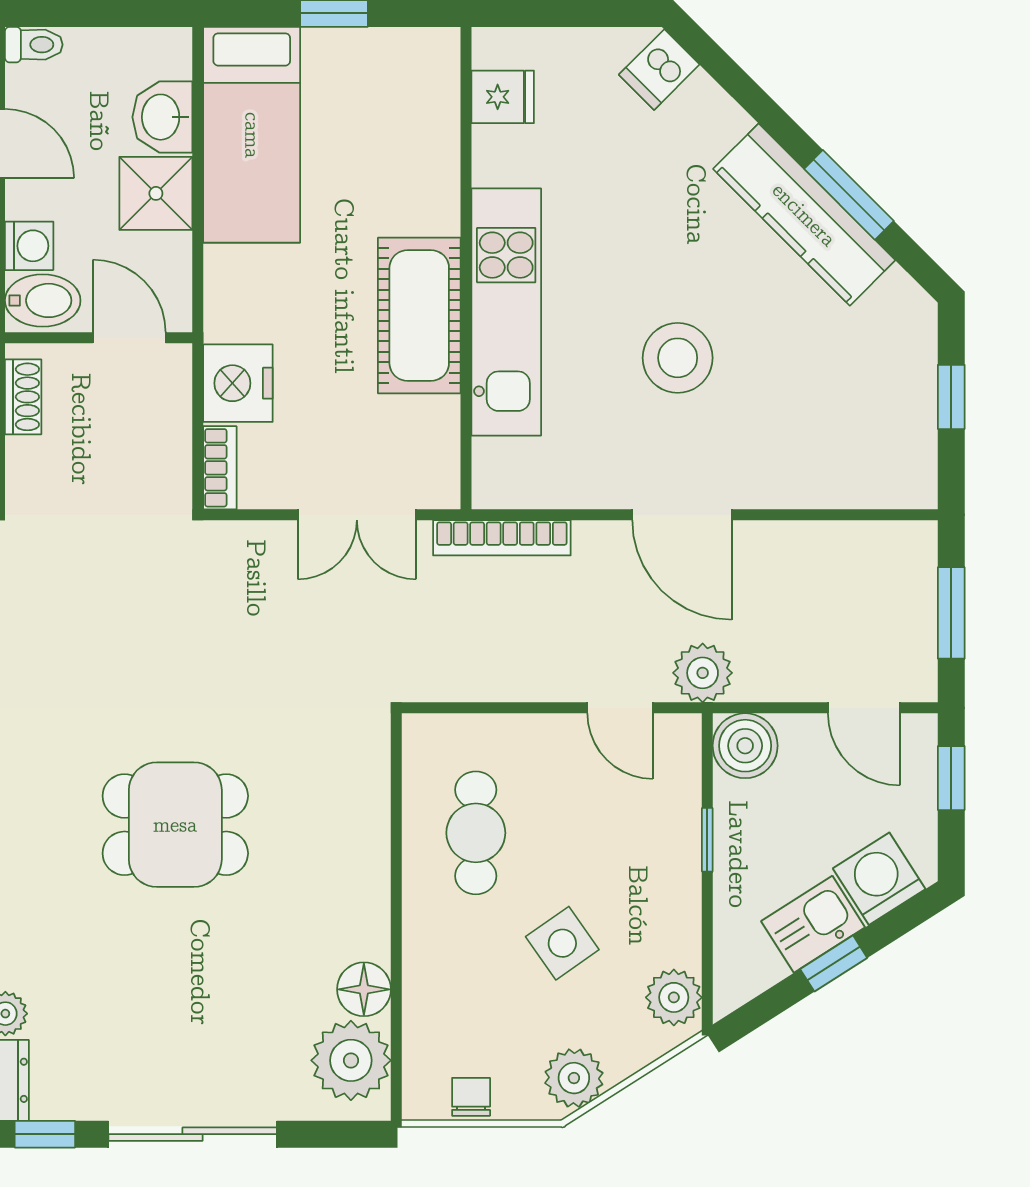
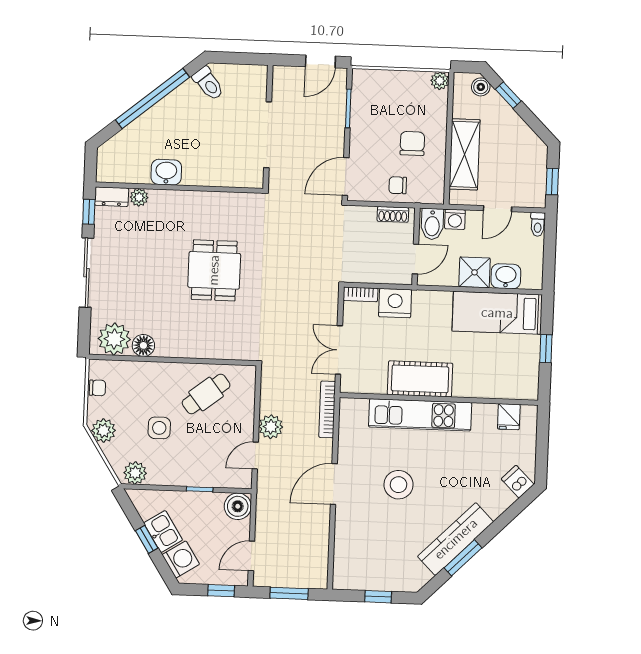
plant: (703, 673) -> (271, 427), moved
cafe table: (476, 833) -> (206, 394), turned -38
side table: (562, 943) -> (159, 428), turned 35

